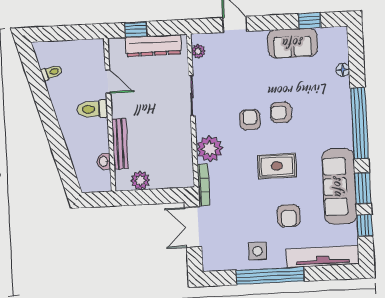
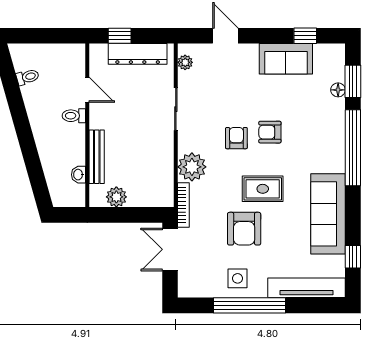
toilet: (93, 109) -> (74, 116), width x0.73, depth x0.72
window: (363, 188) -> (353, 81), moved
armchair: (289, 216) -> (244, 229), moved, width x1.38, depth x1.38

